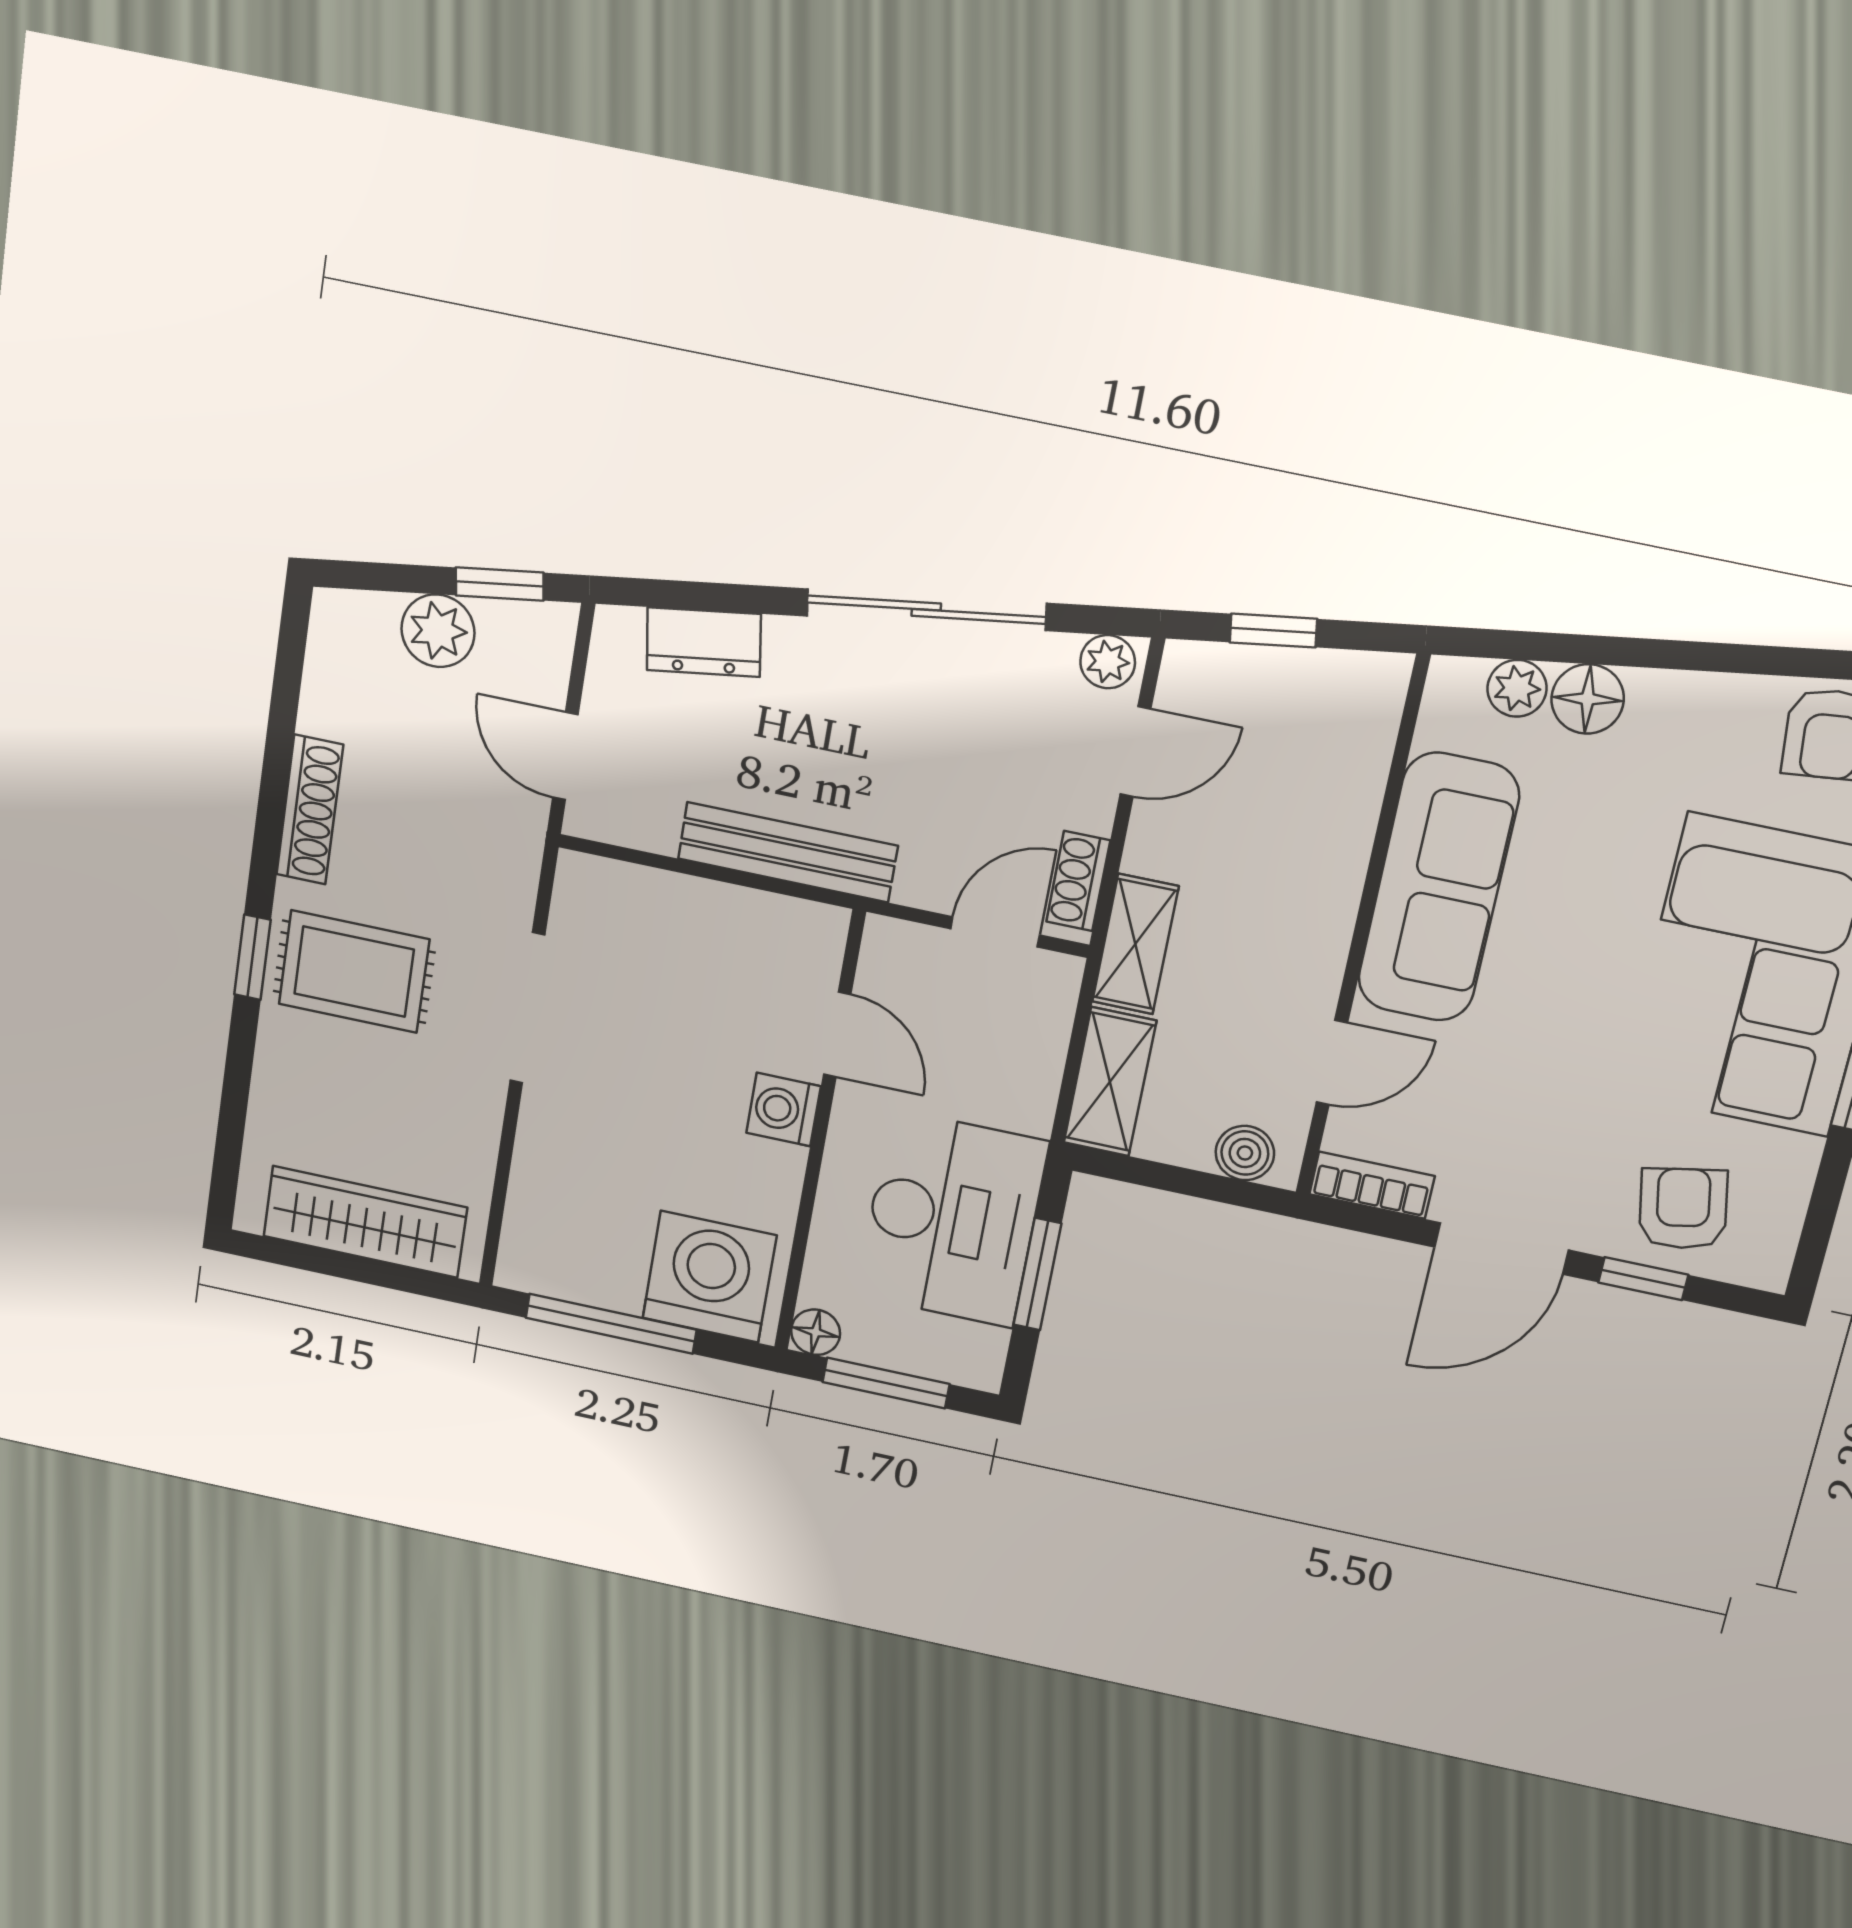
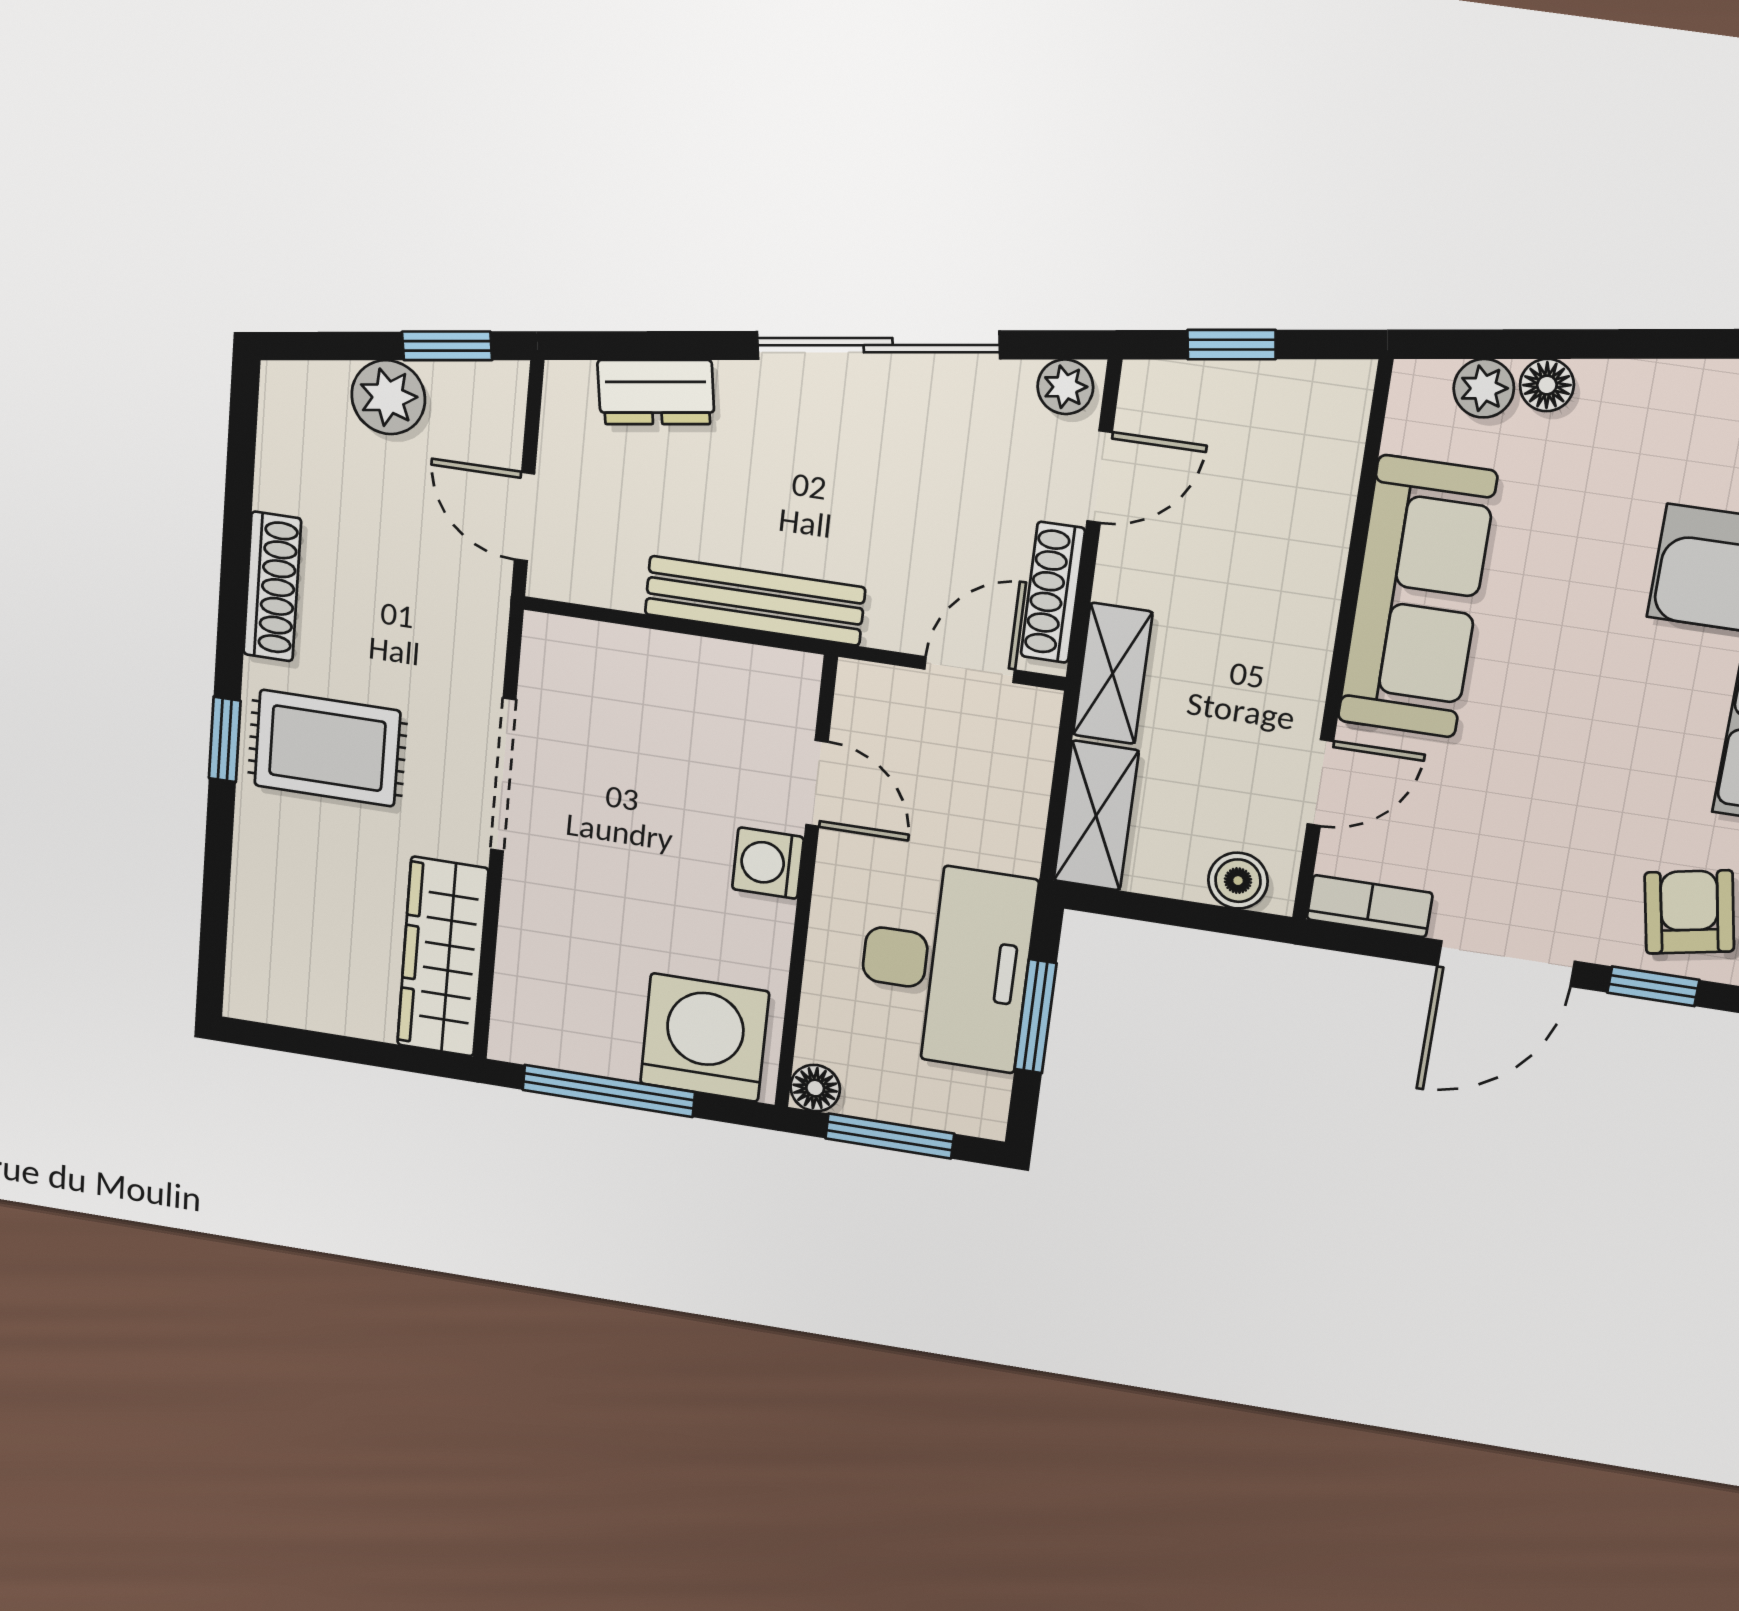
floor lamp: (1588, 699) -> (1547, 385), width x0.73, depth x0.73
shoe rack: (1078, 881) -> (1053, 592), width x1.43
wardrobe: (365, 1222) -> (443, 957), moved, turned -90

